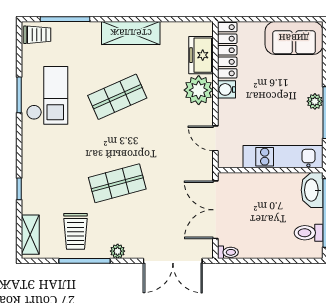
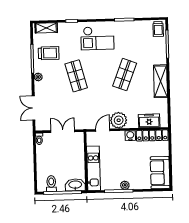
plant: (199, 90) -> (119, 120), moved
checkout: (47, 95) -> (97, 38), moved
shop shelf: (117, 97) -> (125, 75), turned 45
double door: (215, 210) -> (63, 131), width x0.73
trolley: (75, 231) -> (49, 53), turned 180
double door: (173, 261) -> (34, 108), width x0.73

